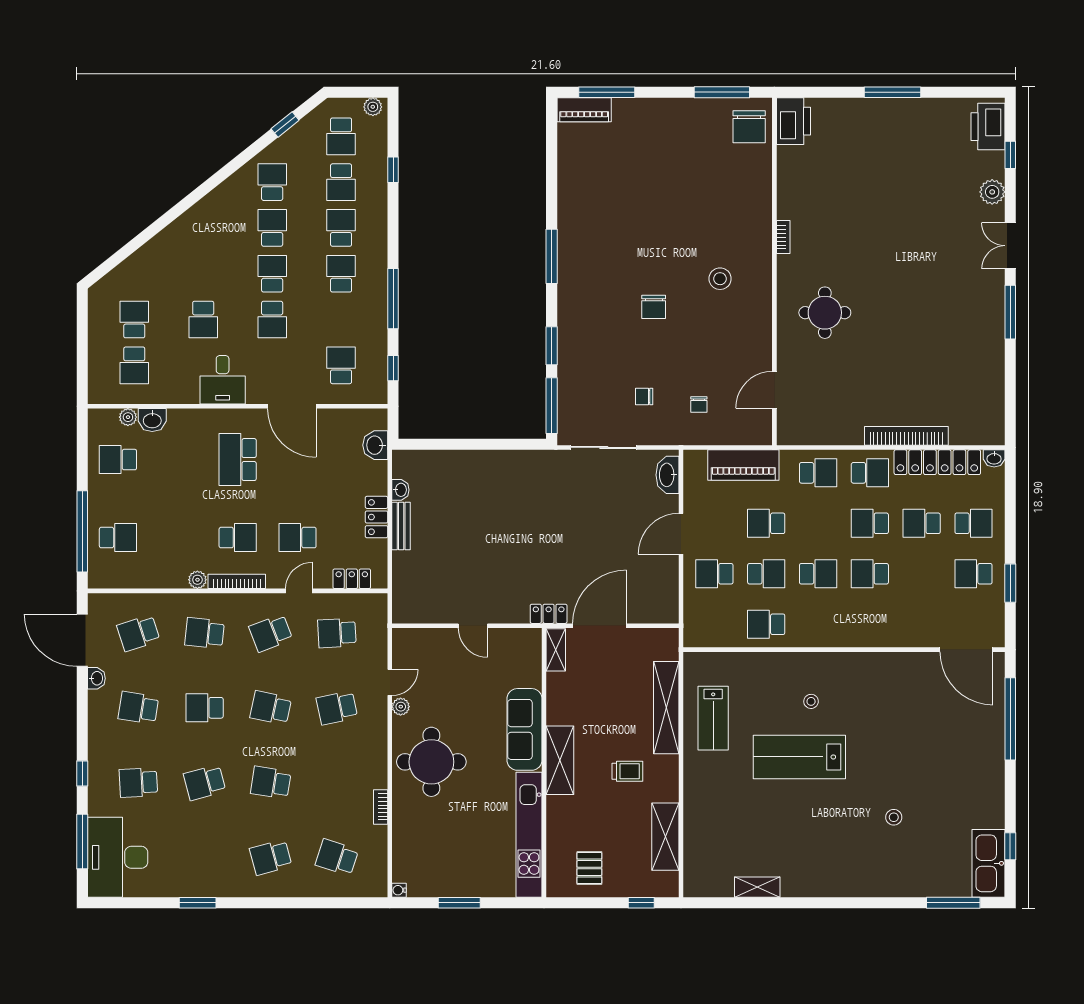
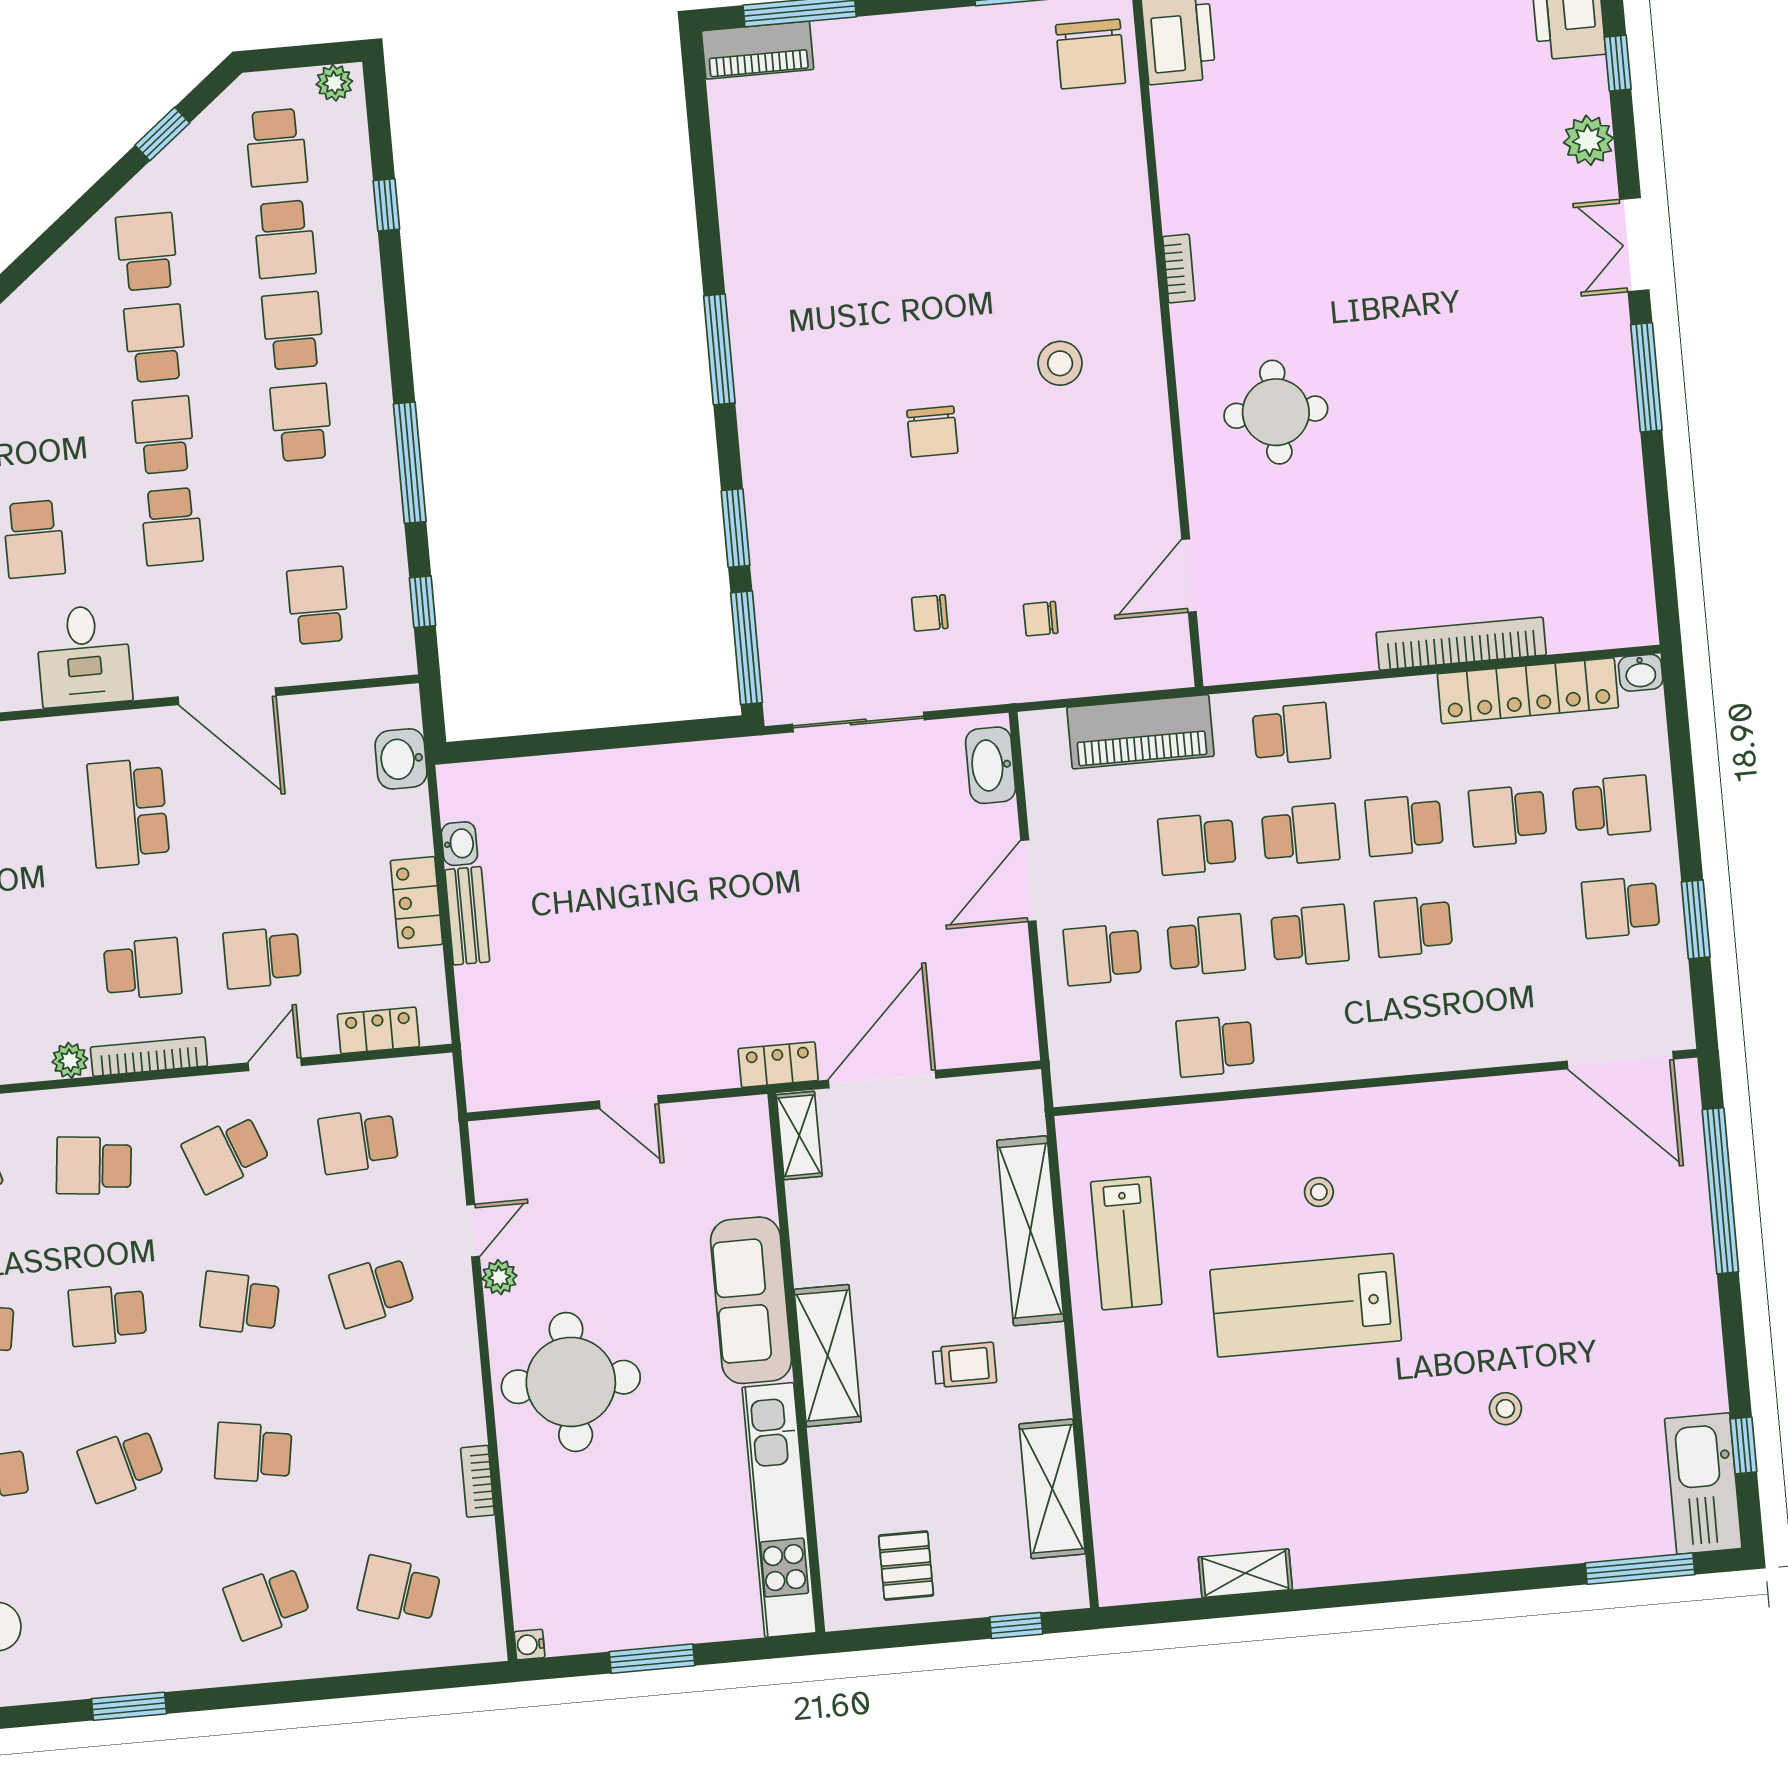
chair: (699, 404) -> (1041, 619), turned 90
school desk: (870, 473) -> (1301, 835), moved

